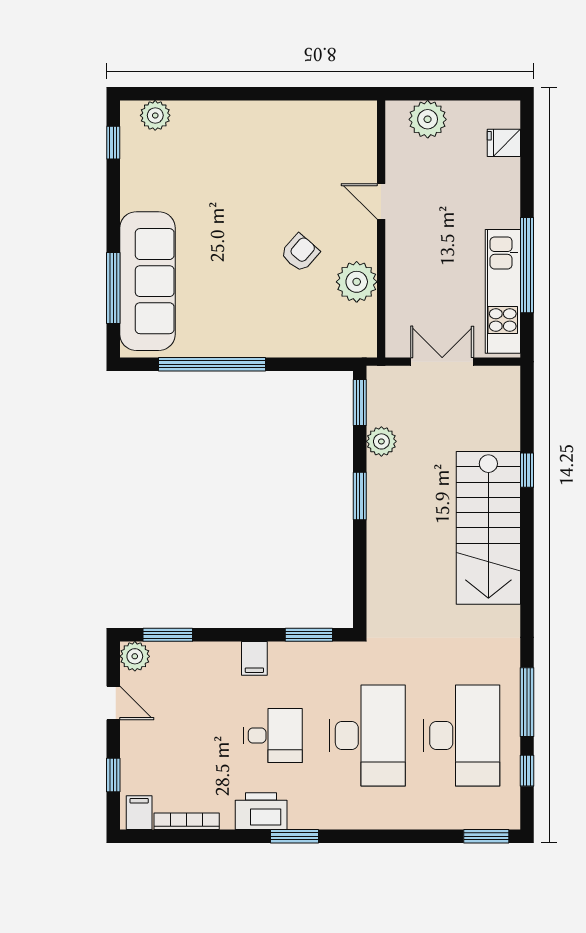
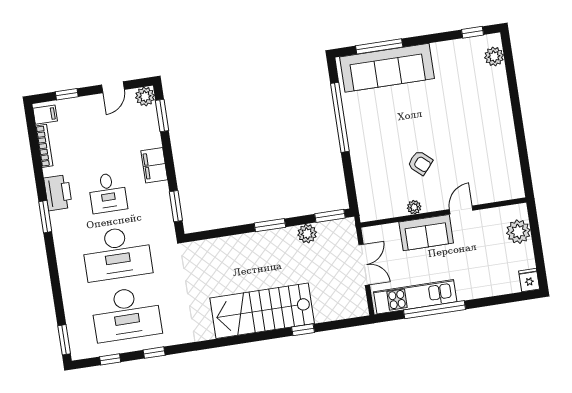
fridge: (504, 143) -> (529, 280), moved
sofa: (408, 260) -> (426, 233), added
plant: (357, 282) -> (414, 207), width x0.53, depth x0.53
filing cabinet: (254, 658) -> (154, 165), width x2.00
window: (527, 702) -> (154, 353), width x0.46

